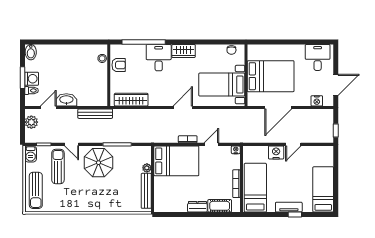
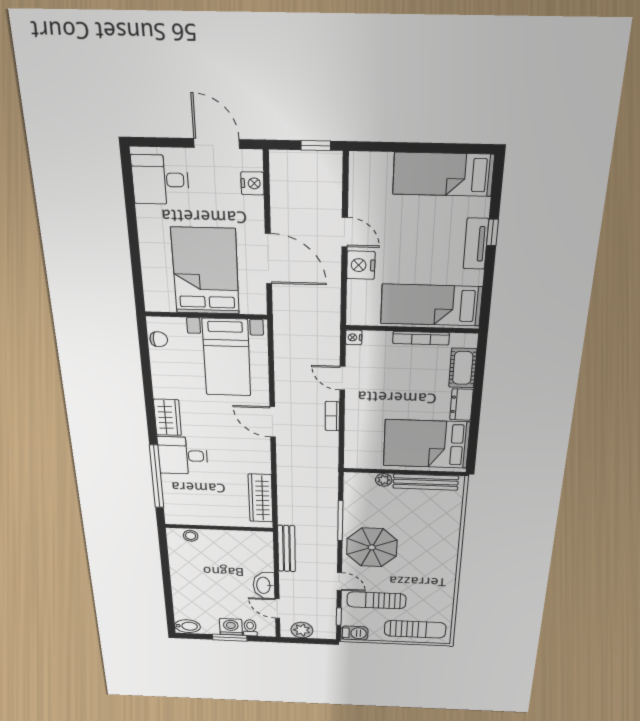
armchair: (119, 65) -> (200, 514), removed
door: (72, 144) -> (339, 581), hinge flipped
bed: (176, 161) -> (426, 444), moved, turned -90

